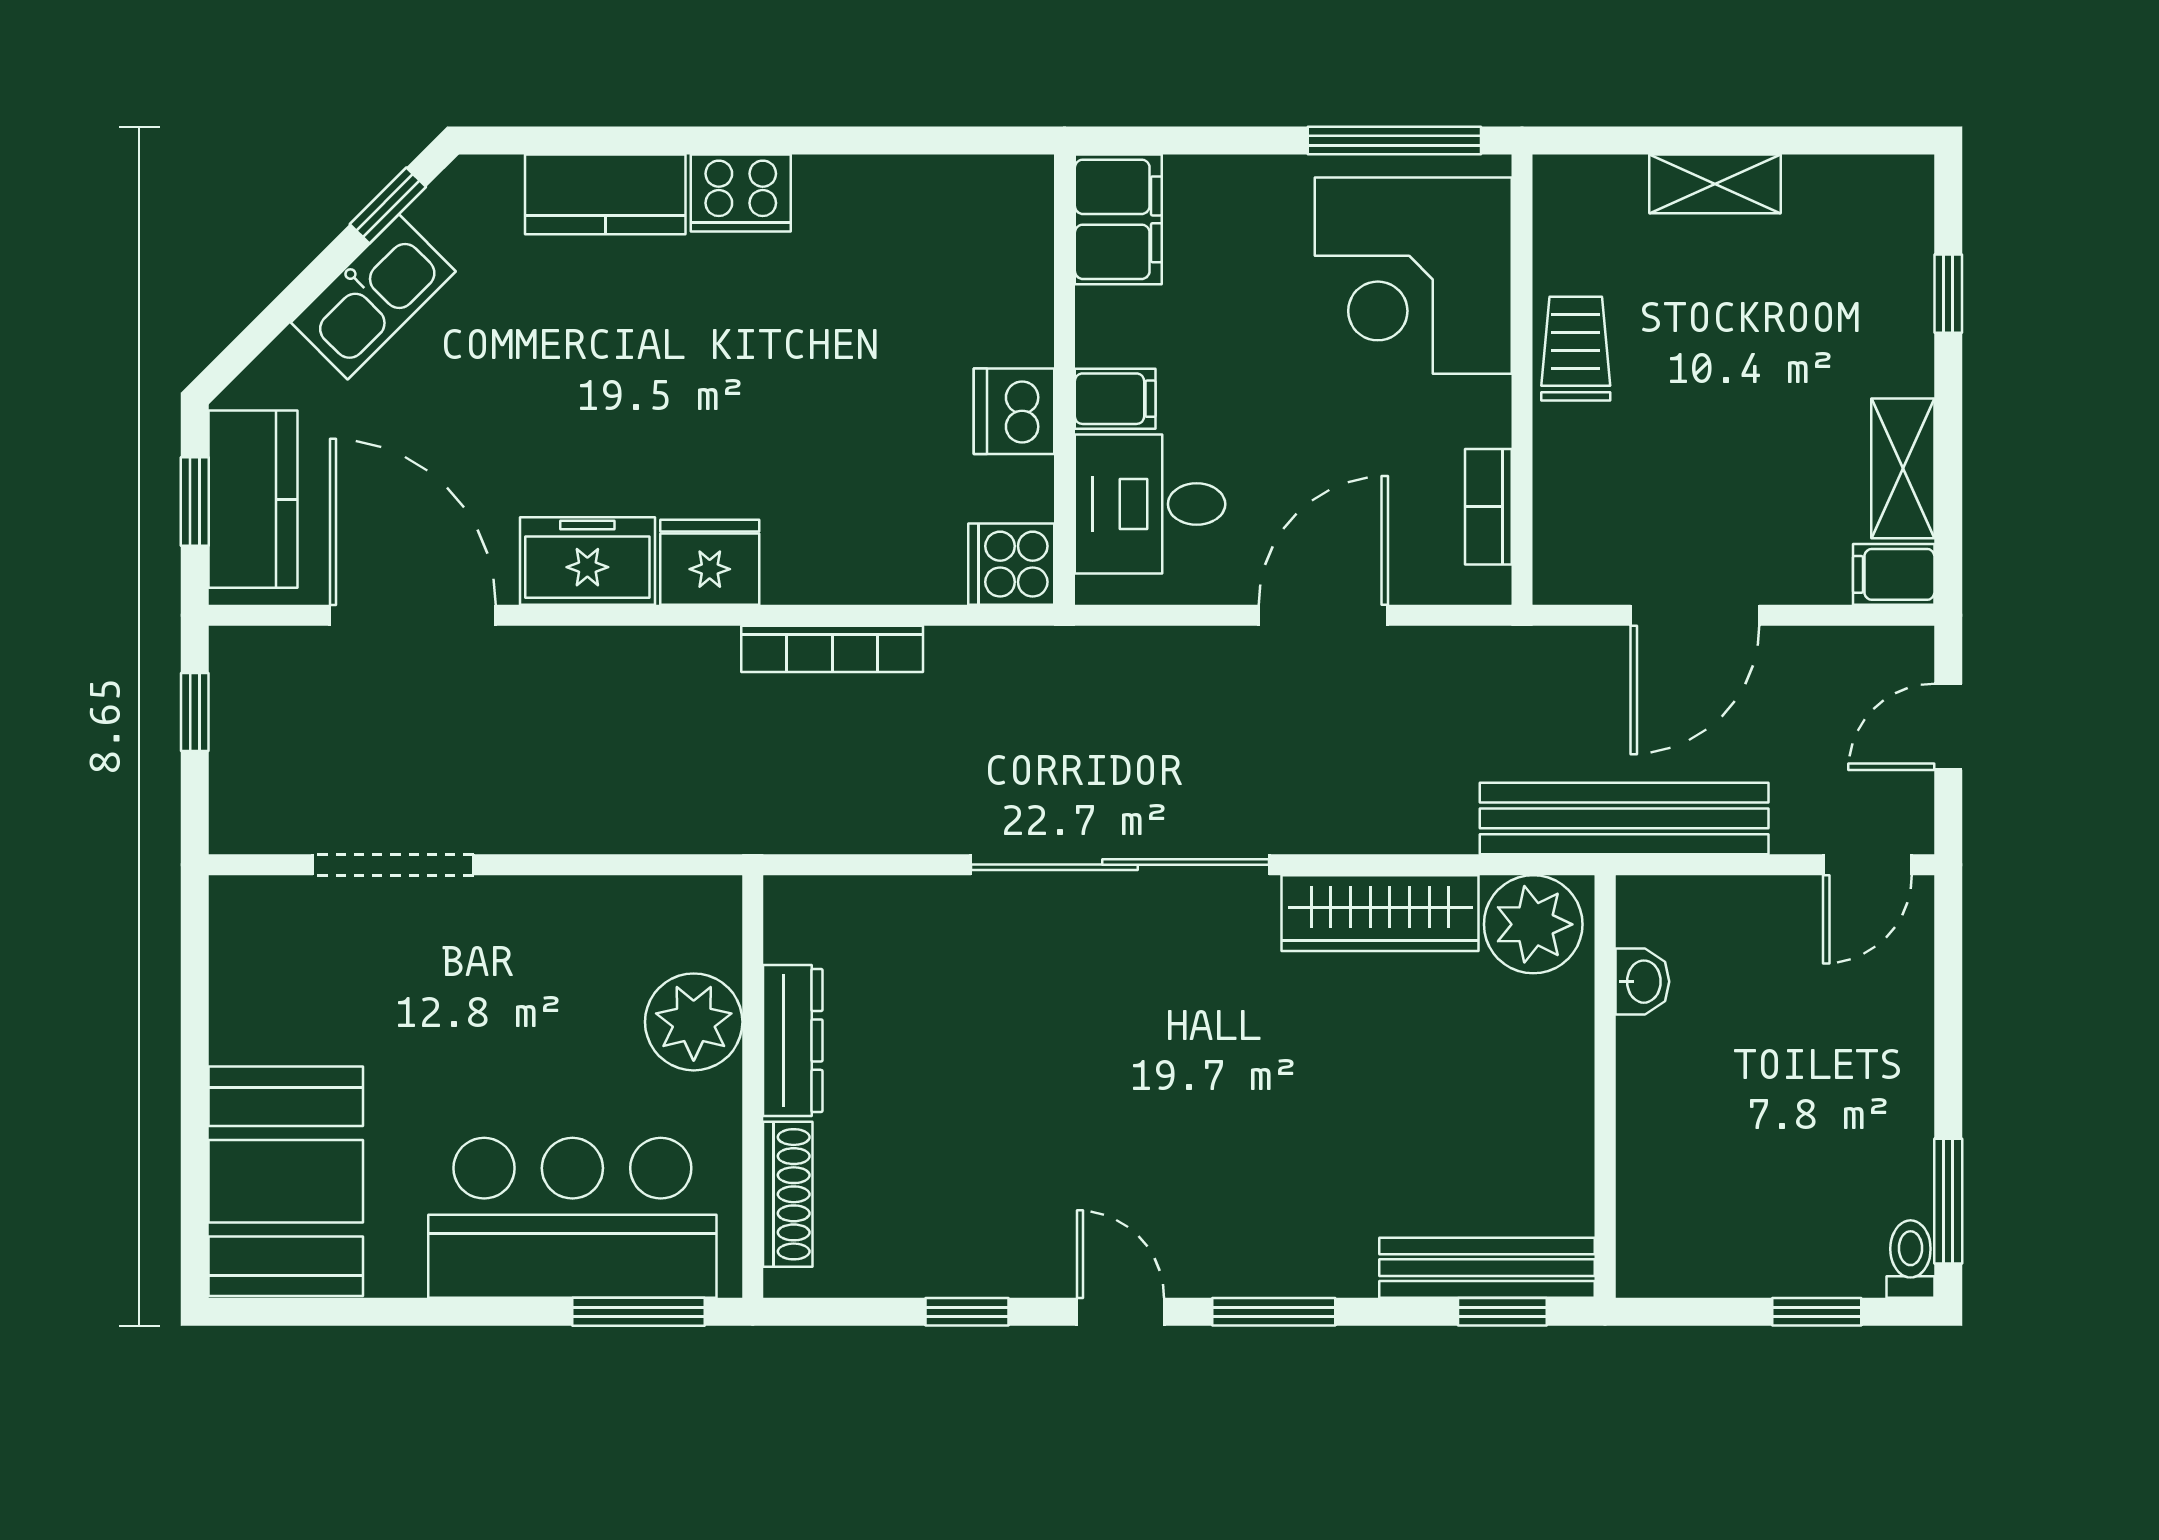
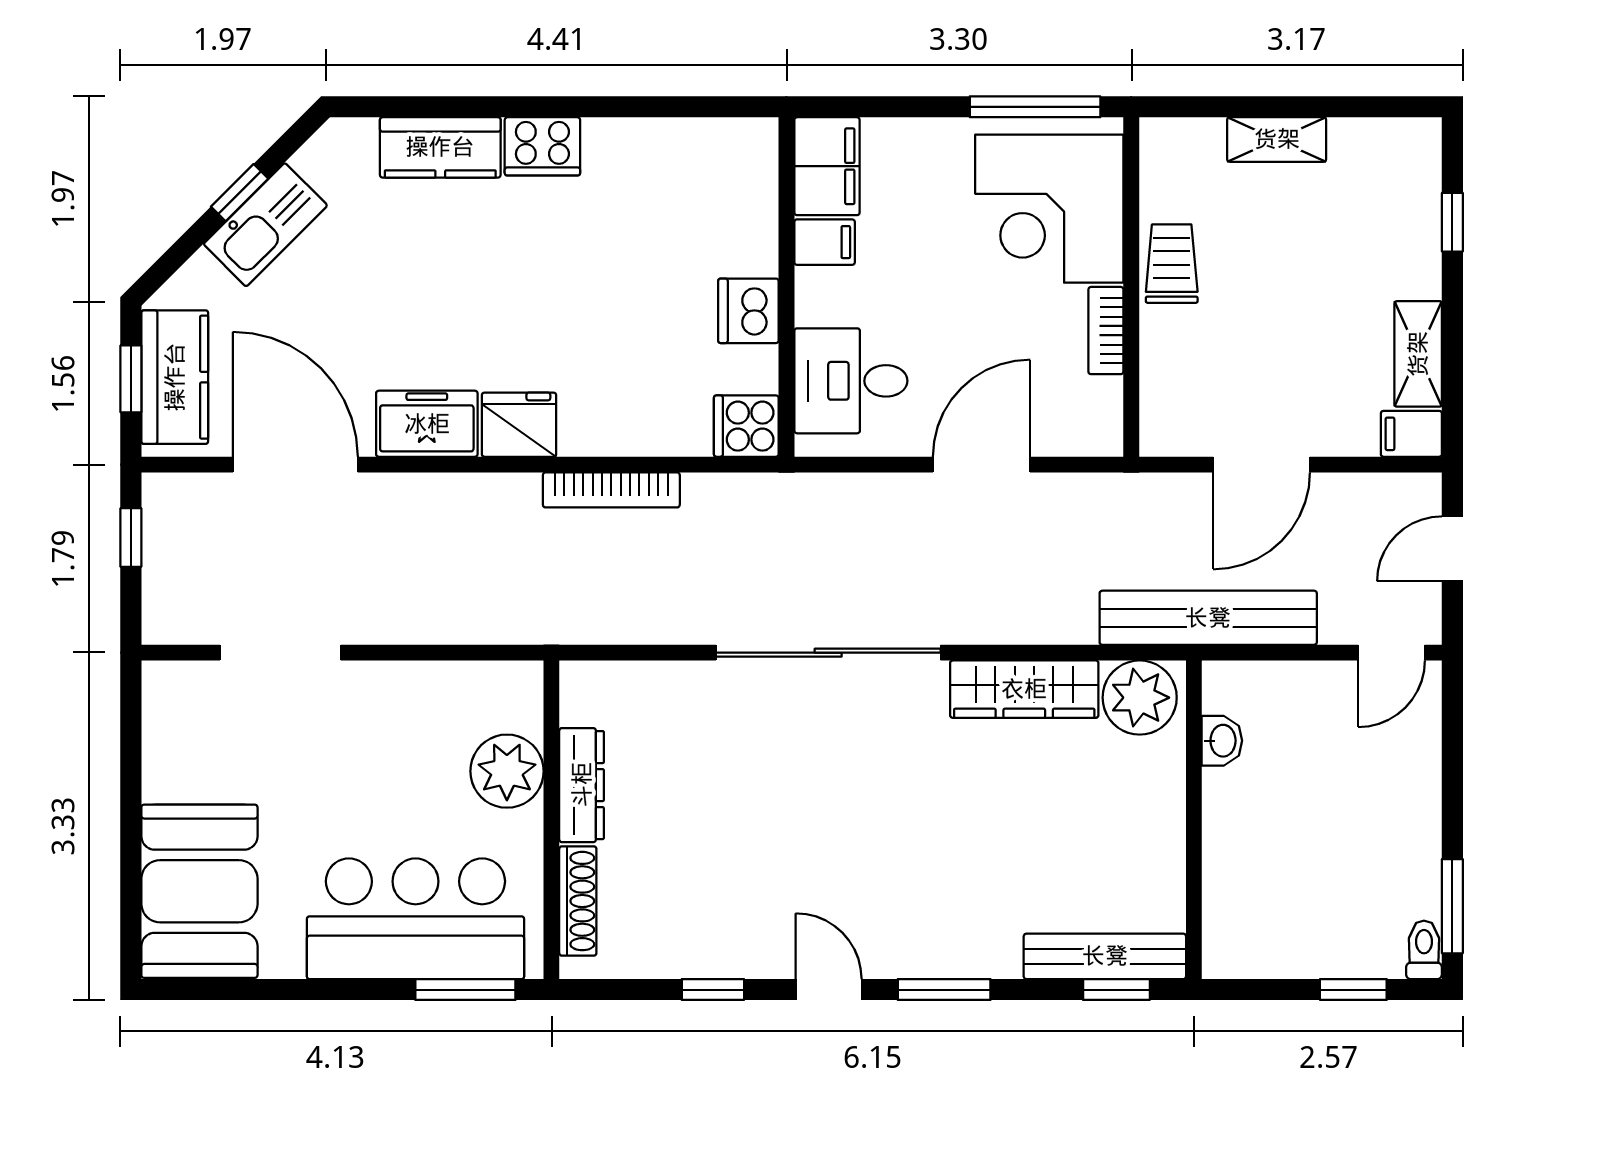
window: (388, 206) -> (240, 193), moved
filing cabinet: (1115, 399) -> (825, 242), moved
bookcase: (1488, 507) -> (1106, 331), moved

